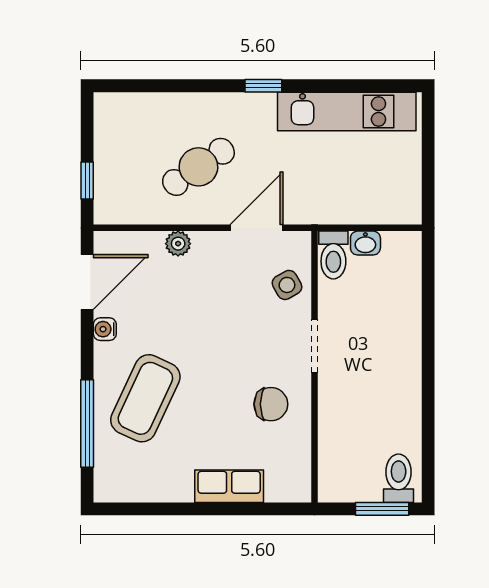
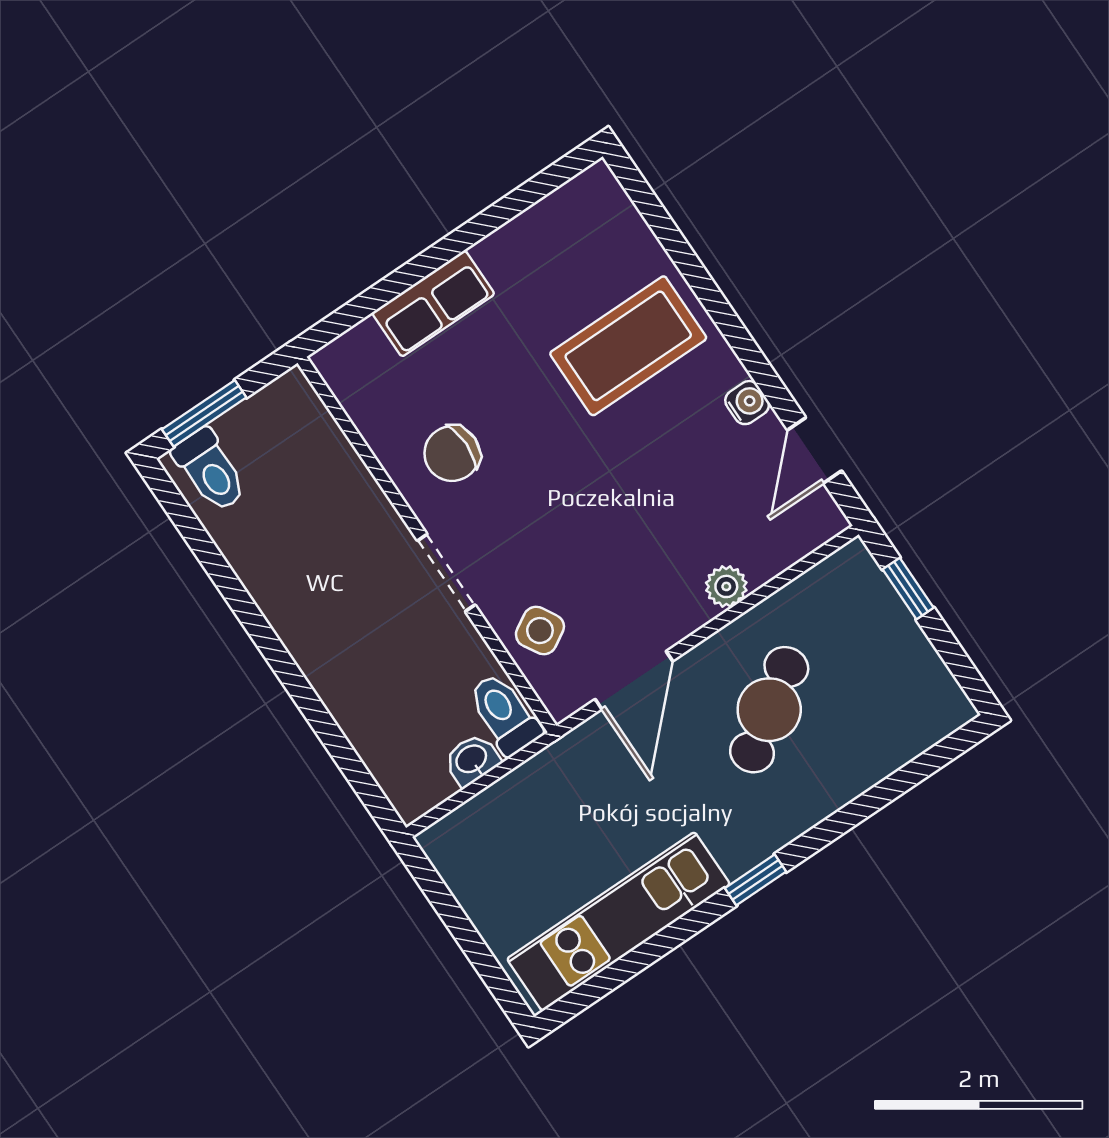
door: (87, 282) -> (815, 450), width x0.73
coffee table: (145, 398) -> (628, 346), turned 65
window: (87, 423) -> (684, 258), removed

